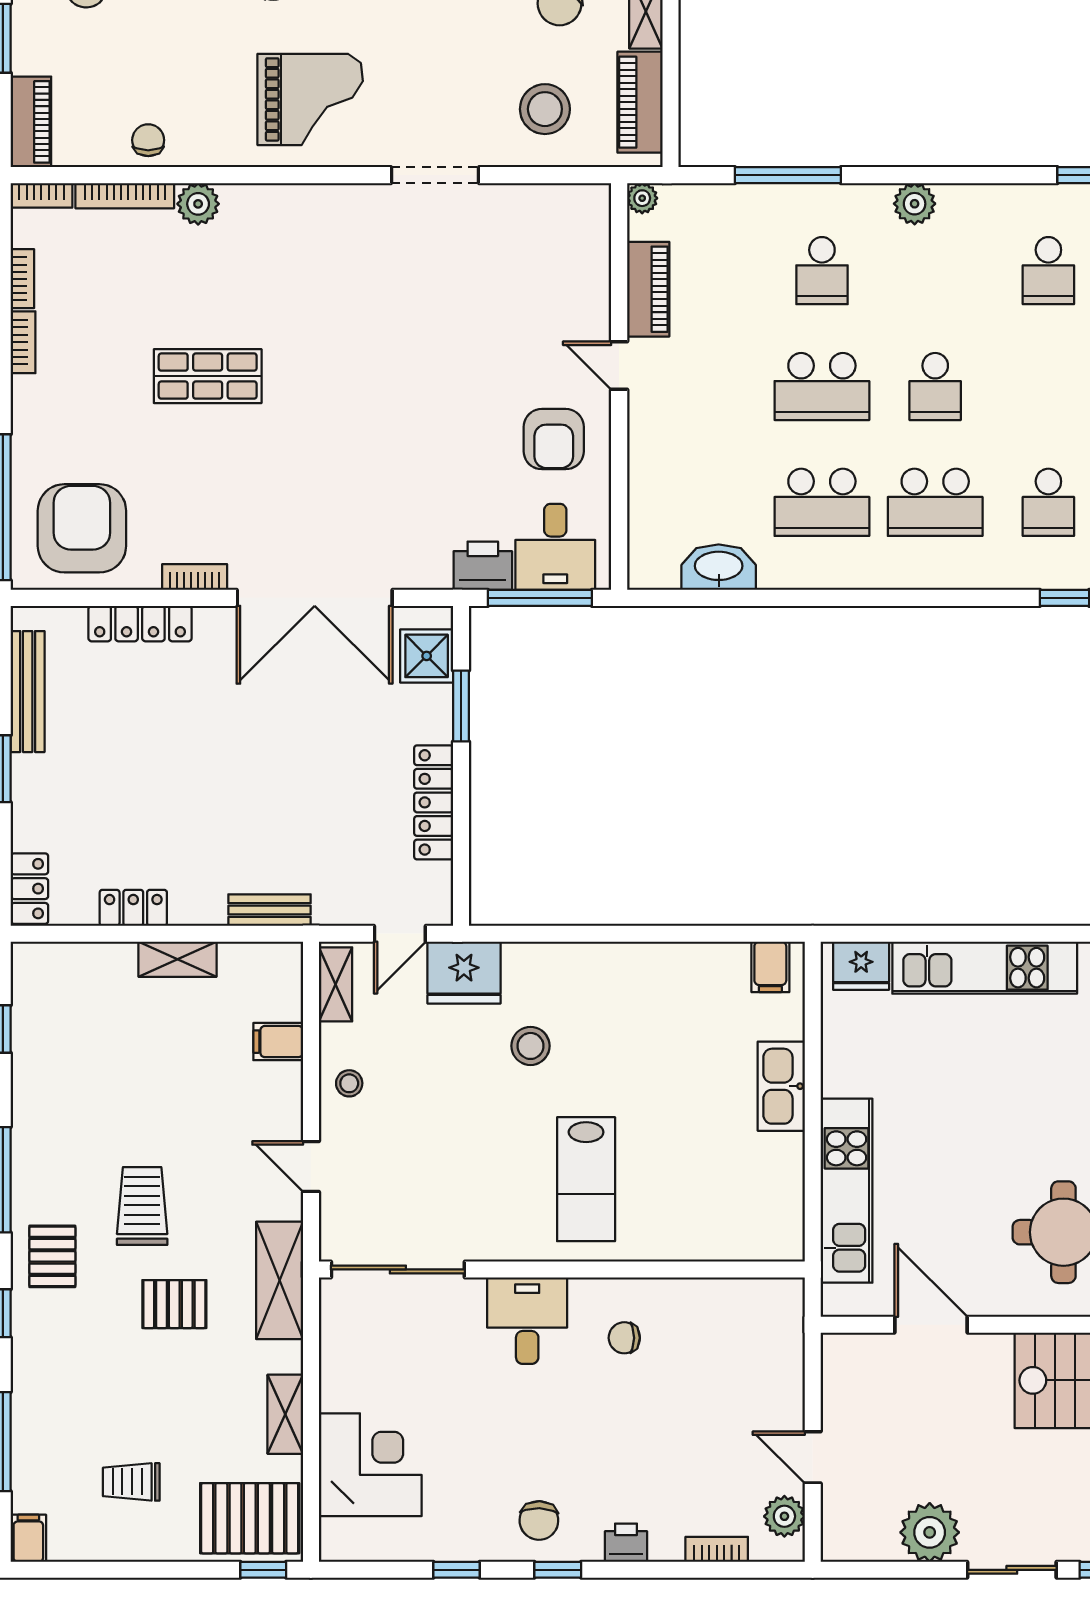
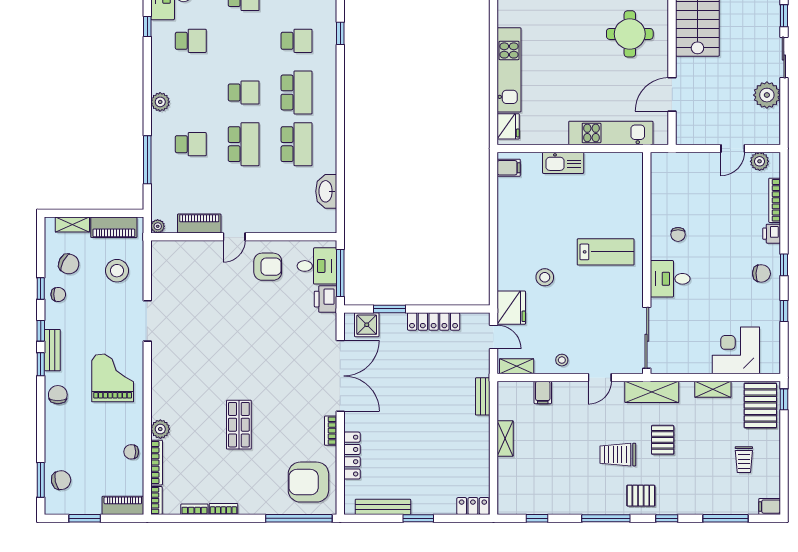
locker: (133, 908) -> (482, 459), removed
bookcase: (717, 1549) -> (775, 200), width x1.56

